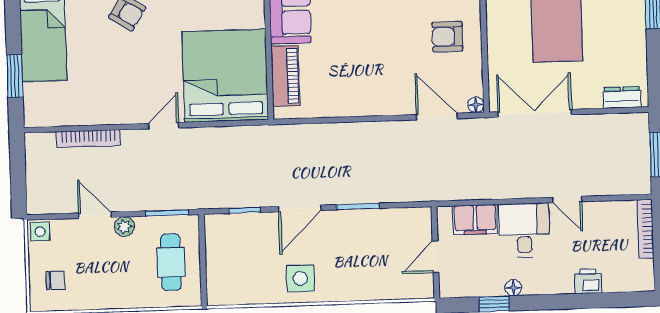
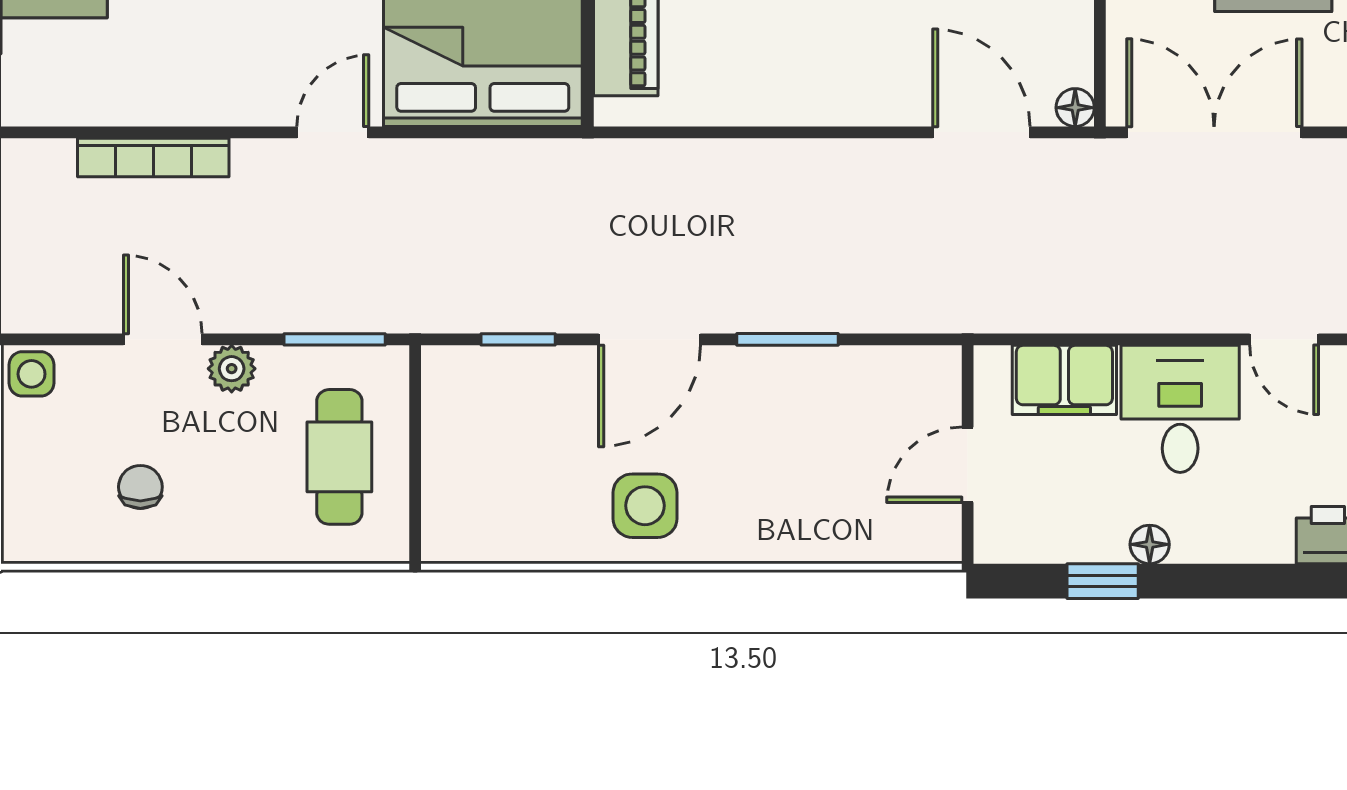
chair: (55, 280) -> (140, 487), moved, turned -90

